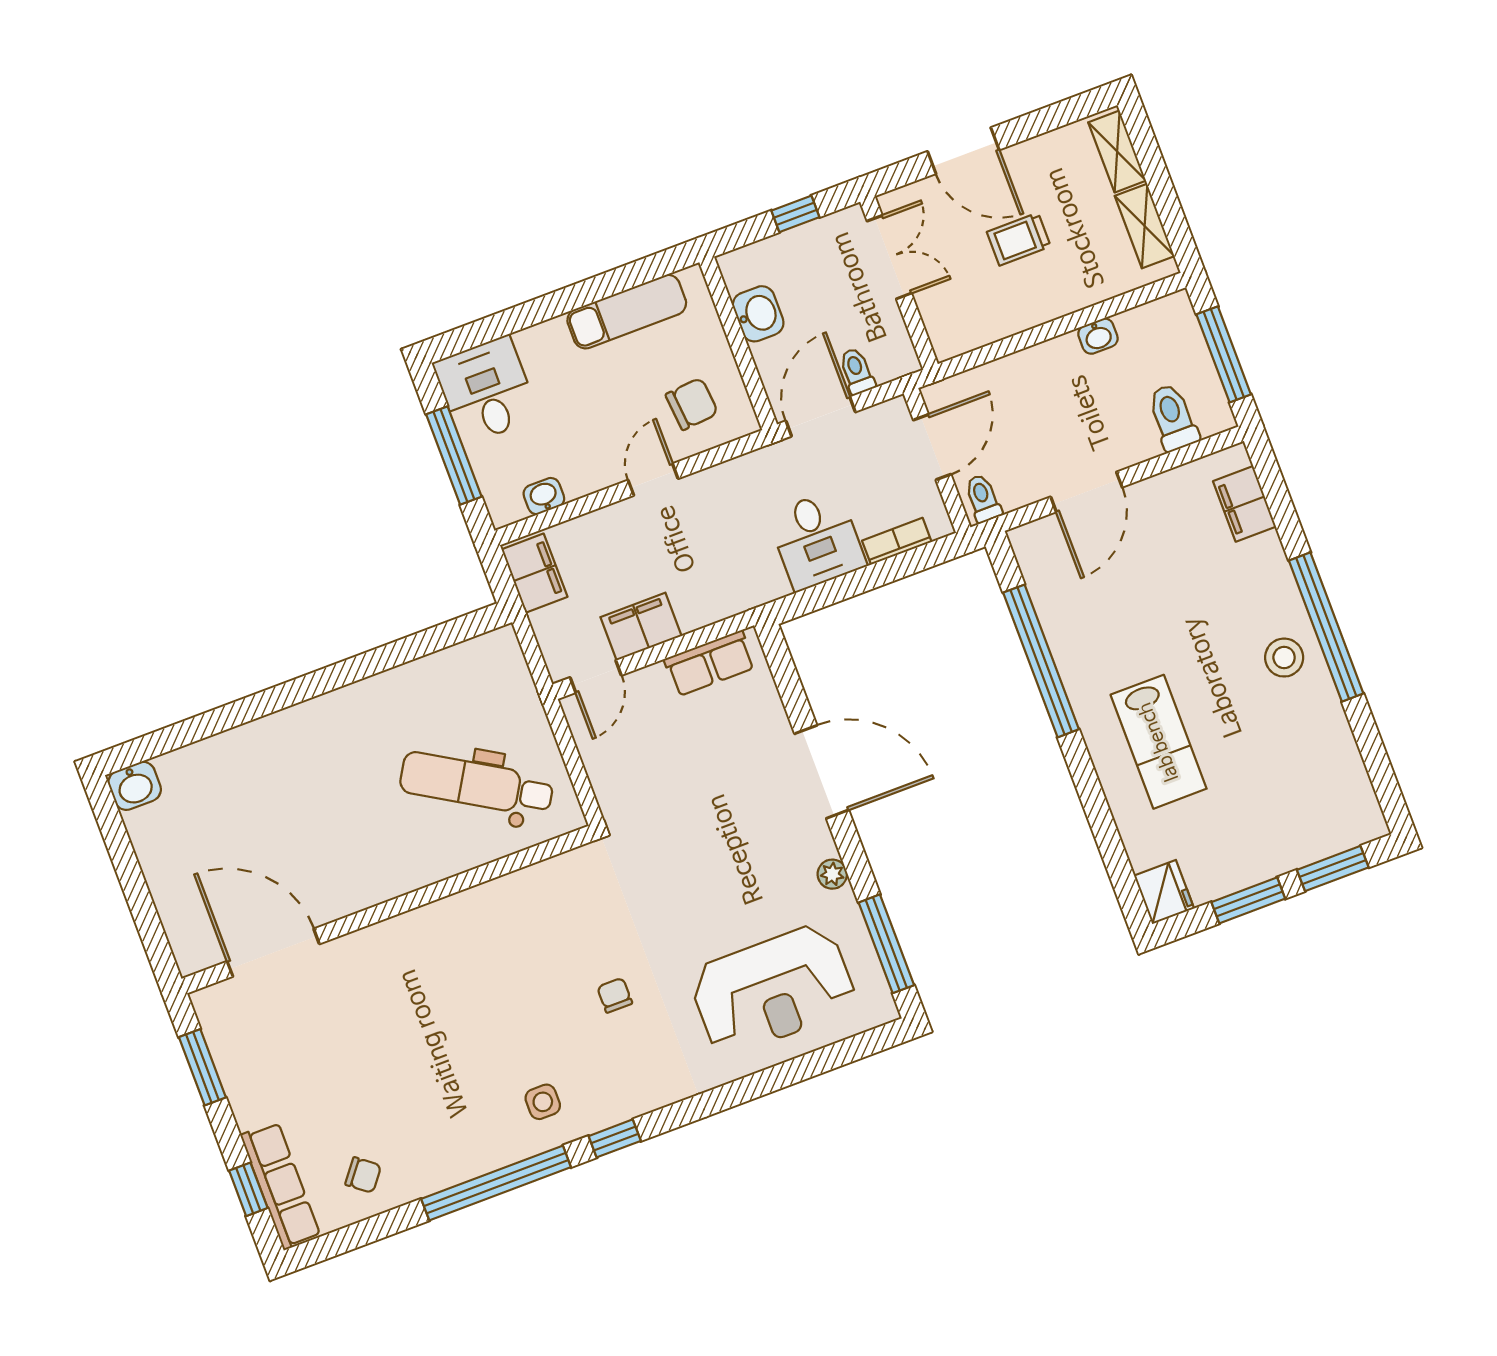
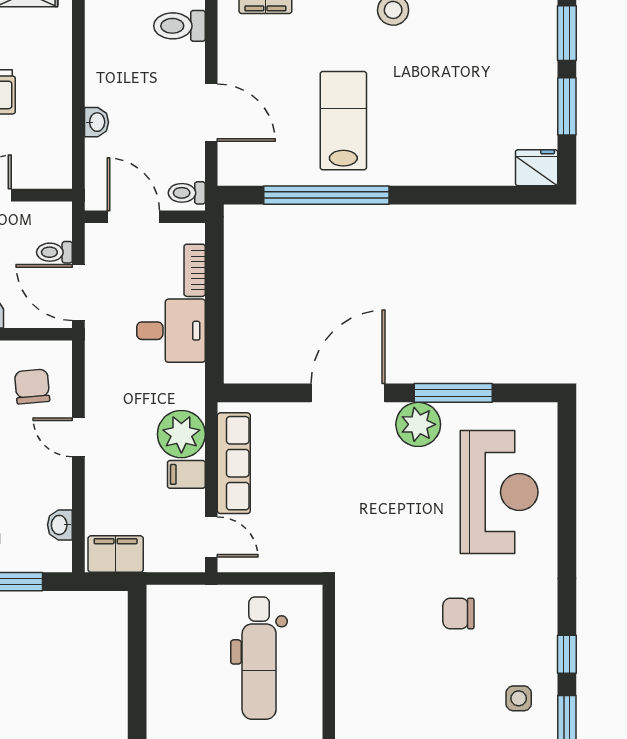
washbasin: (1098, 336) -> (96, 122), moved
plant: (702, 597) -> (181, 434), added
filing cabinet: (641, 626) -> (186, 474), width x0.50
row of seats: (710, 663) -> (234, 463), width x1.48
lab bench: (1159, 742) -> (343, 121), moved, turned -90
dental chair: (476, 784) -> (259, 658), turned -31
plant: (832, 874) -> (418, 424), width x1.88, depth x1.88
window: (886, 944) -> (453, 393), moved
chair: (615, 995) -> (458, 613), width x1.37, depth x1.37

